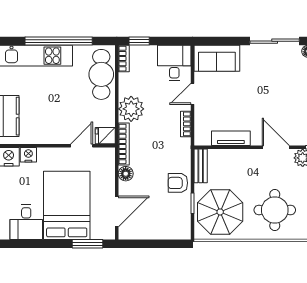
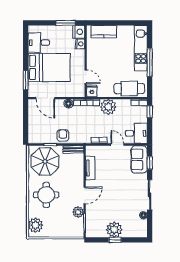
window: (59, 41) -> (150, 62), width x0.68
window: (223, 41) -> (150, 163), added

